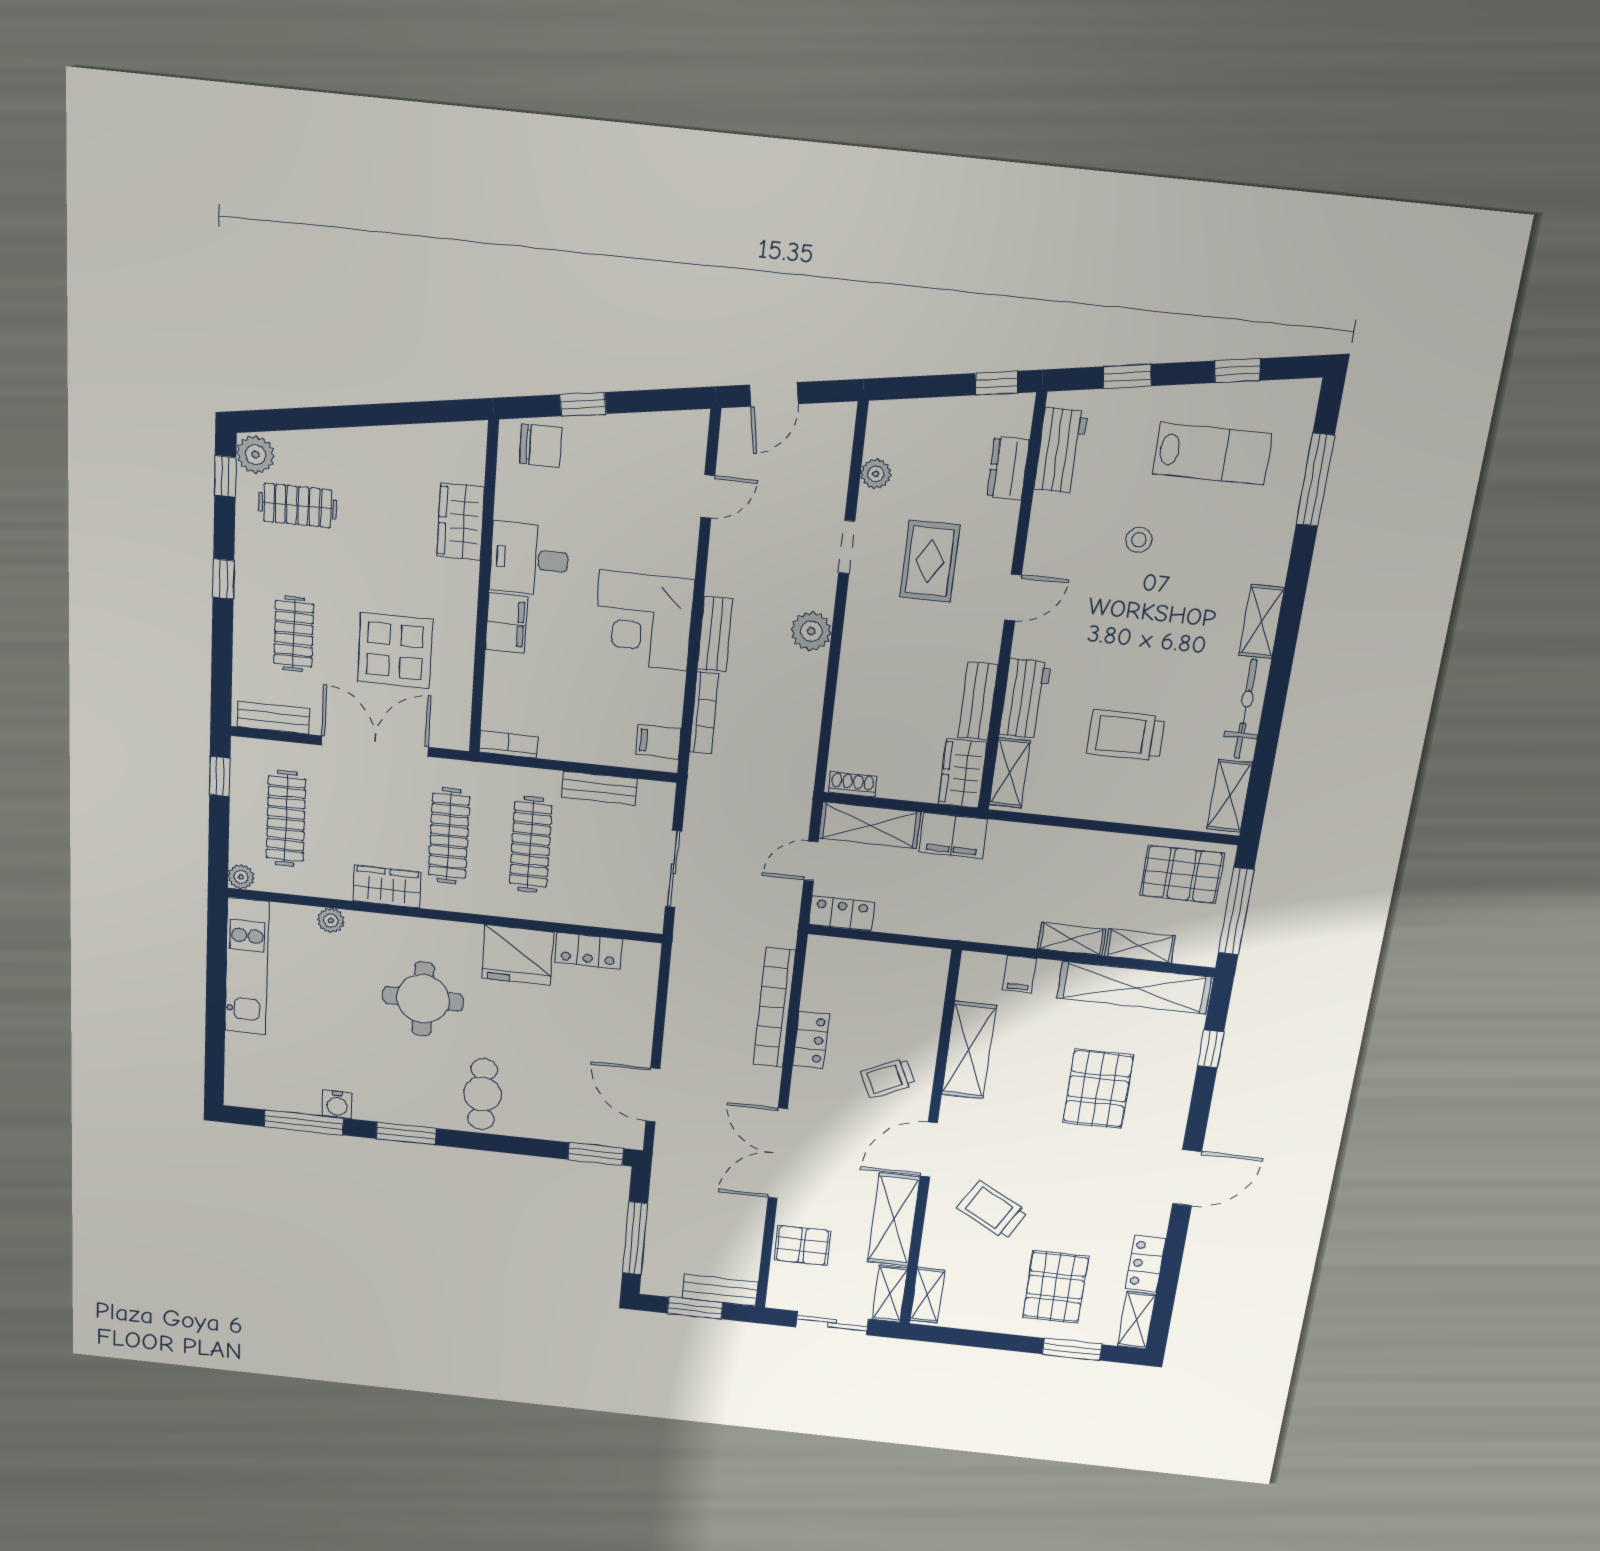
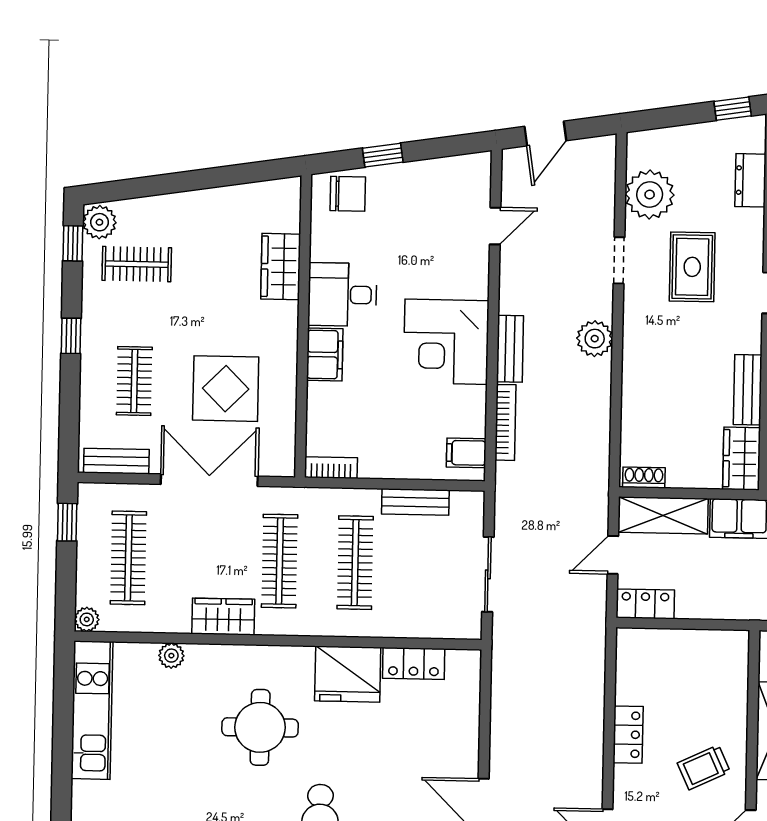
plant: (876, 474) -> (650, 194), width x1.87, depth x1.87
bookcase: (774, 1008) -> (591, 705), removed

